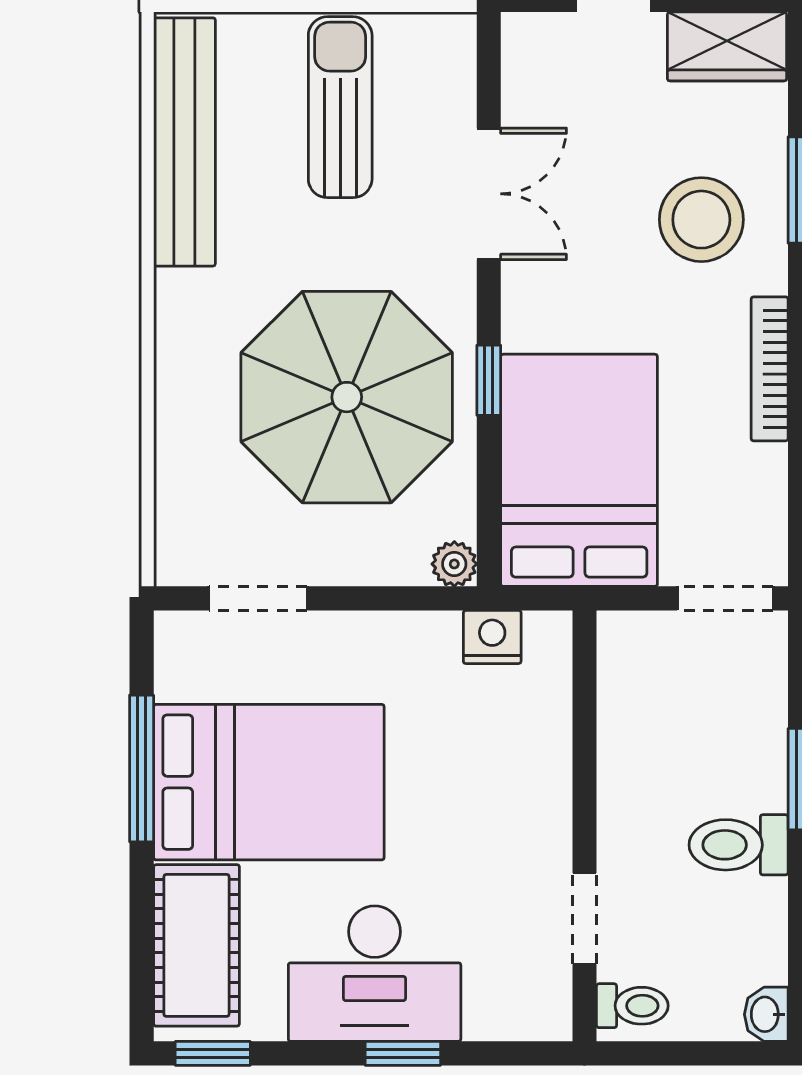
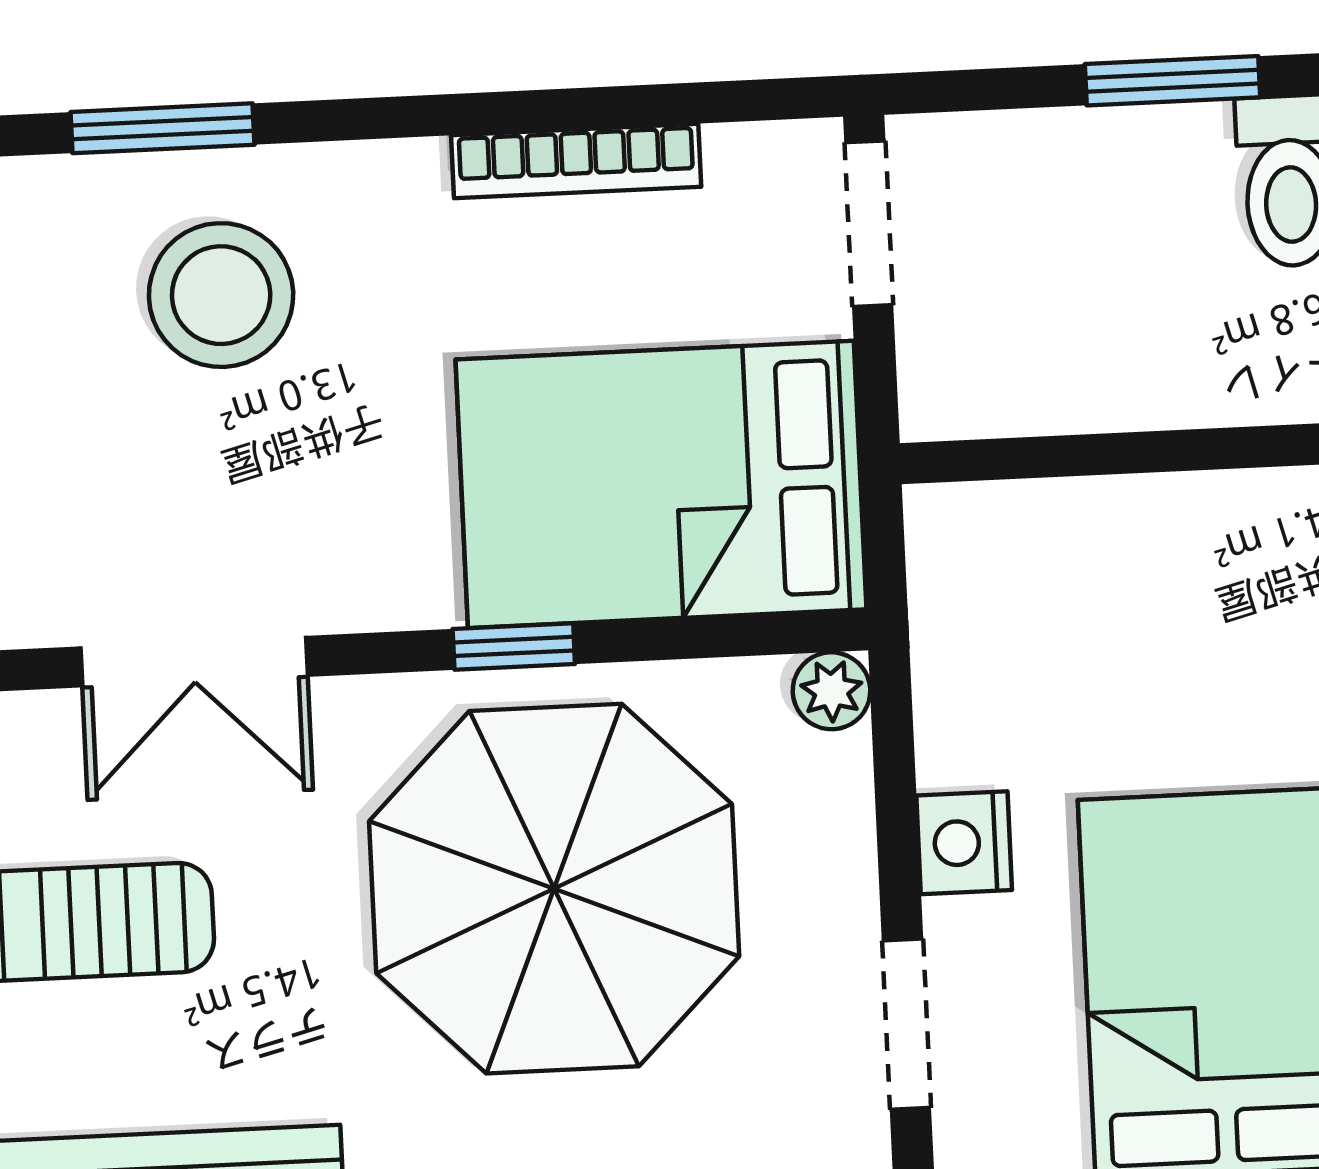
double door: (489, 194) -> (194, 662), swing flipped
bookcase: (770, 369) -> (576, 161), moved
nightstand: (492, 637) -> (964, 843), moved

